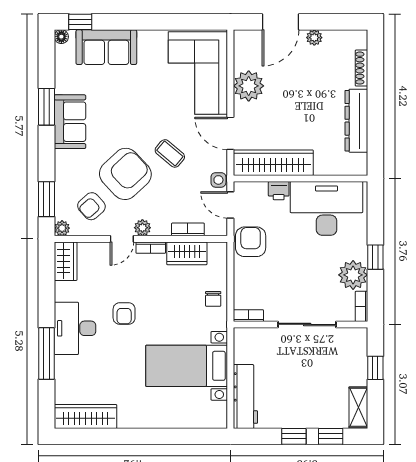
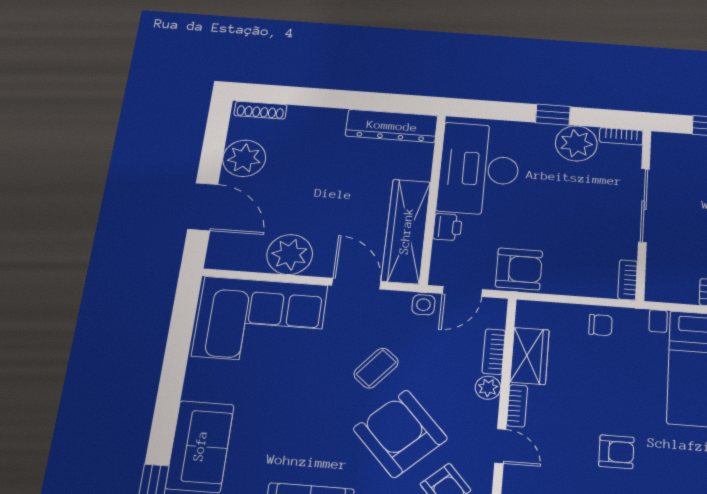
plant: (314, 38) -> (244, 158), width x1.87, depth x1.87
shoe rack: (361, 68) -> (261, 110), moved
dresser: (356, 121) -> (392, 126), moved
door: (230, 133) -> (356, 284), swing flipped
plant: (142, 228) -> (488, 388), moved
armchair: (251, 242) -> (519, 269), turned 180

